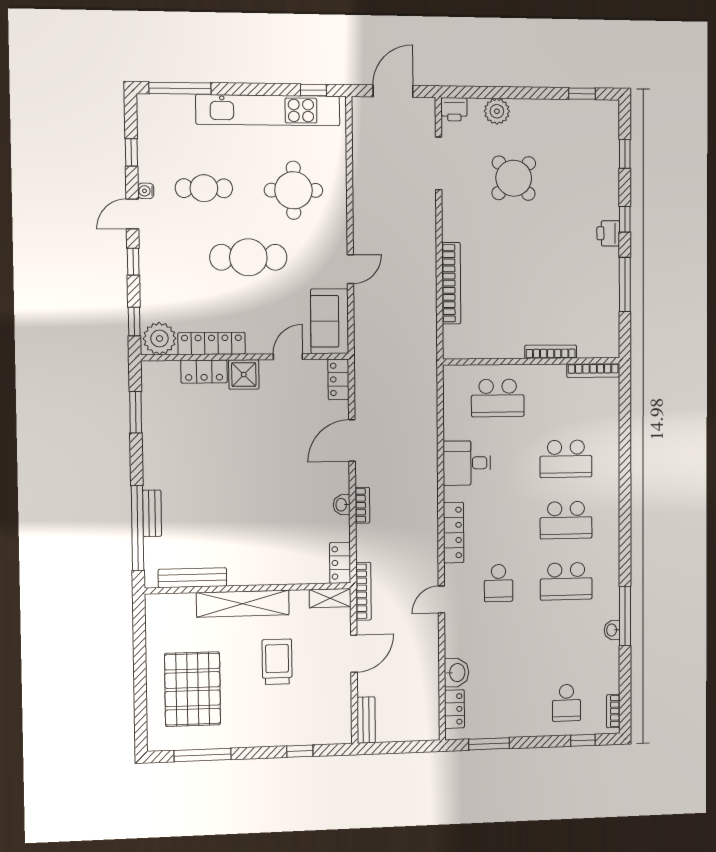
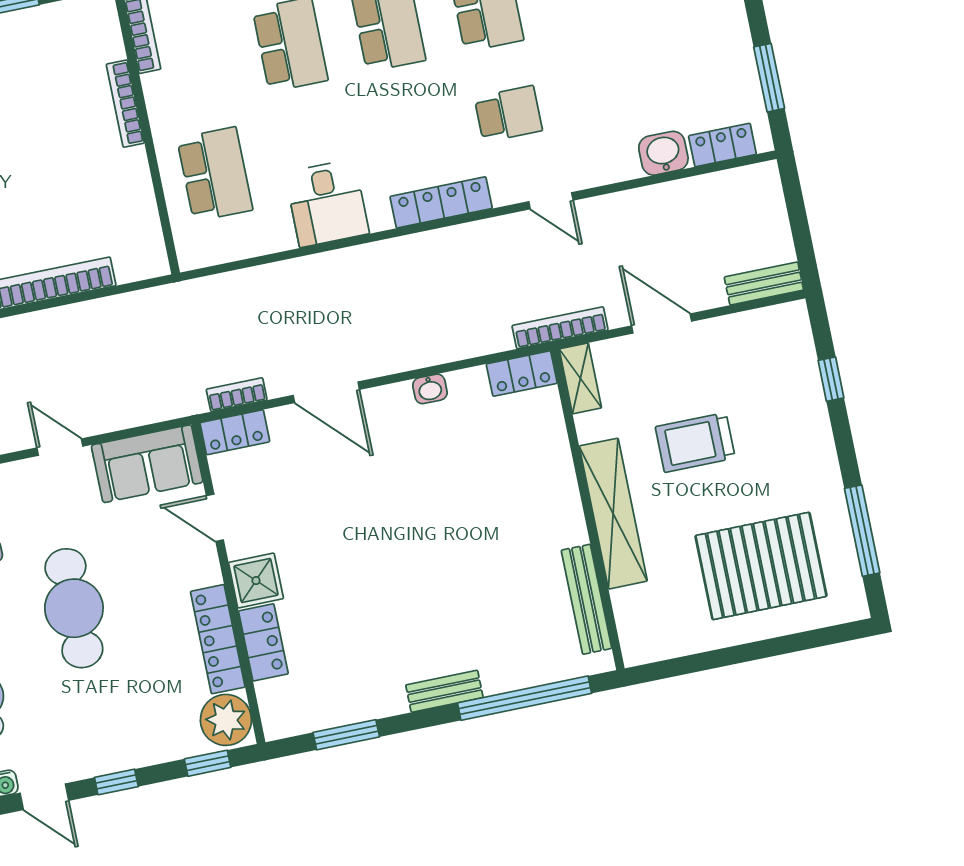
bookcase: (362, 505) -> (237, 395), moved
bench: (152, 513) -> (444, 691), moved

